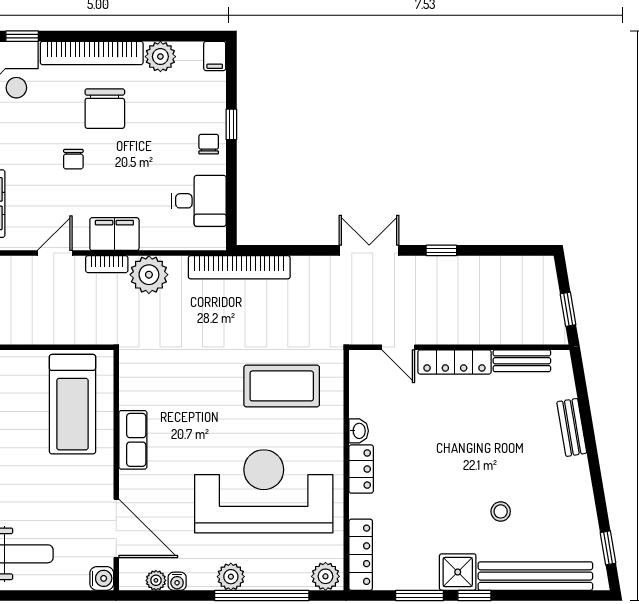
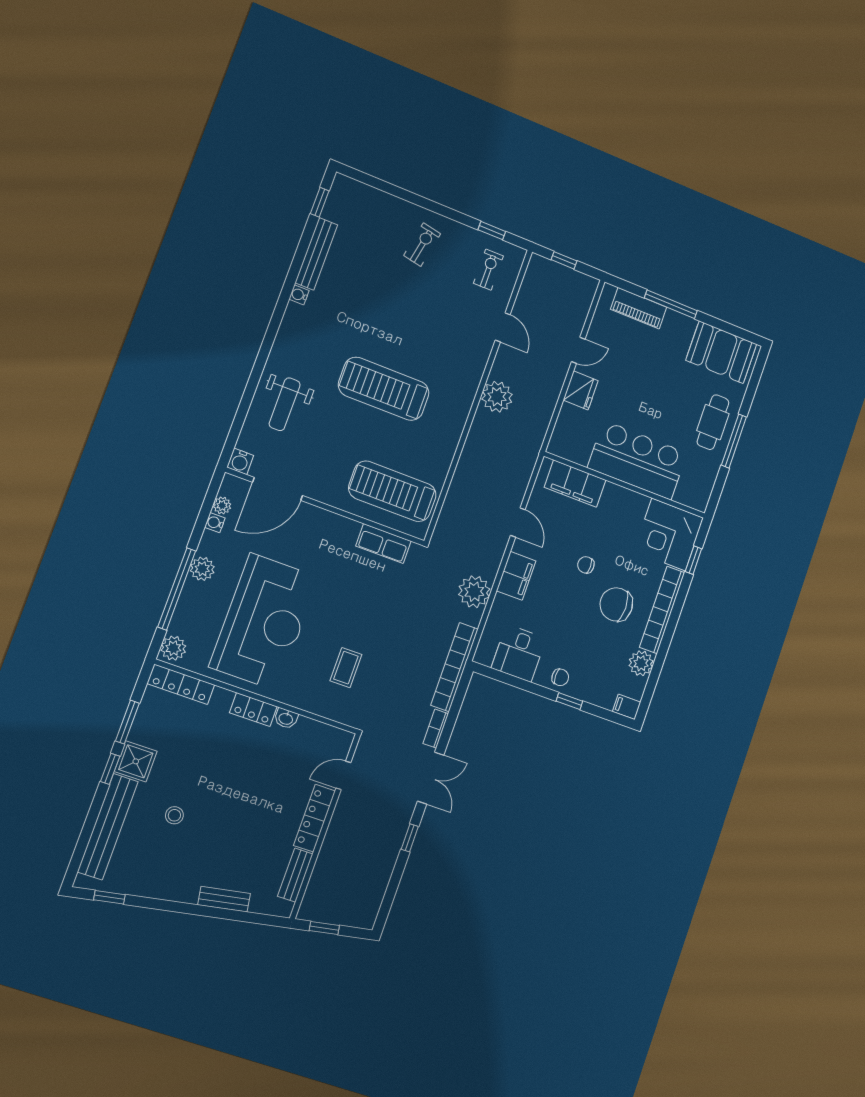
bookcase: (107, 264) -> (436, 729), moved
coffee table: (282, 386) -> (346, 668), width x0.54, depth x0.58
row of seats: (133, 440) -> (383, 544), moved

